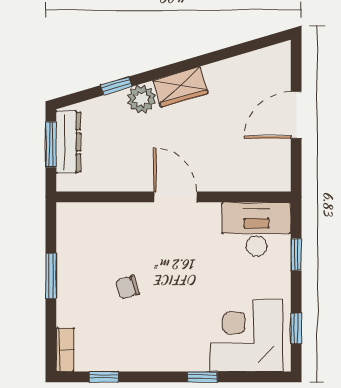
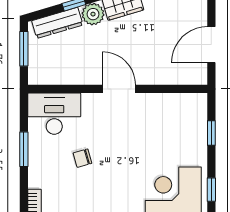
door: (296, 115) -> (211, 45), moved
dresser: (68, 142) -> (57, 23), moved, turned 73
desk: (257, 229) -> (54, 114), moved

